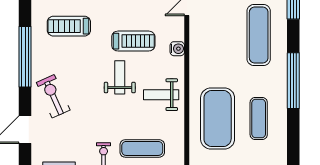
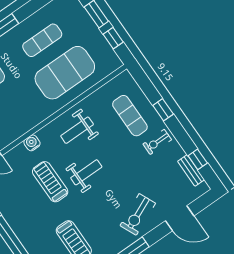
weight bench: (120, 77) -> (86, 172), turned 180
weight bench: (161, 95) -> (77, 130), turned 90

